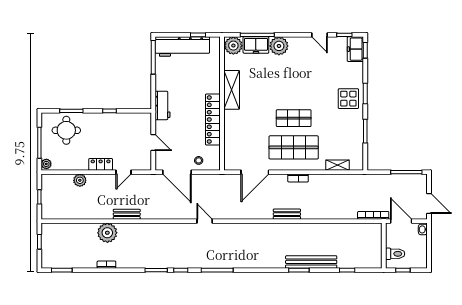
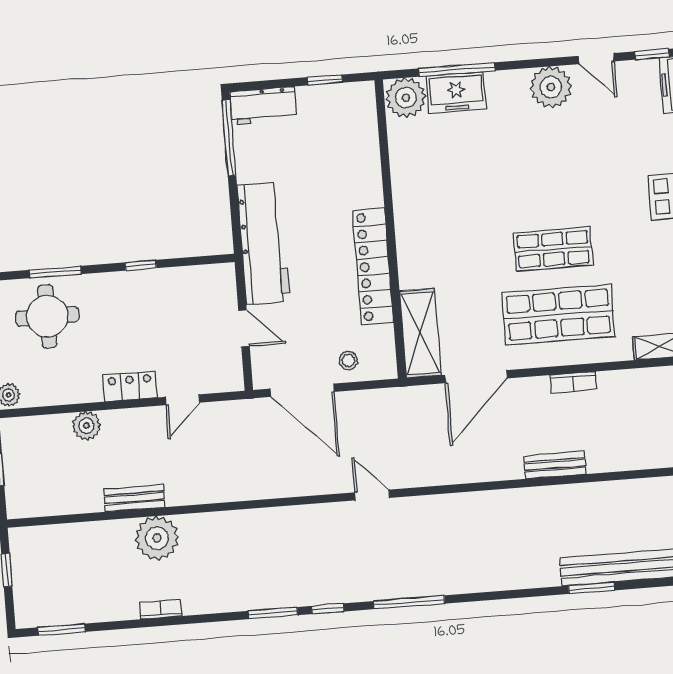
plant: (279, 46) -> (551, 87), moved
workbench: (182, 47) -> (263, 106), width x0.53, depth x0.76
shelving: (232, 90) -> (420, 333), moved
workbench: (163, 105) -> (263, 244), width x1.88, depth x1.32
bench: (127, 214) -> (134, 498), moved

